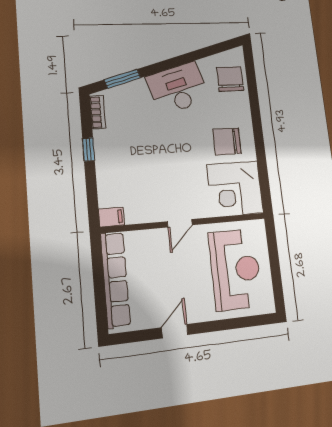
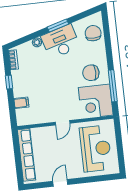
window: (123, 79) -> (58, 26), moved
plant: (139, 86) -> (37, 42), added
window: (262, 164) -> (113, 86), added
filing cabinet: (111, 217) -> (21, 103), moved

